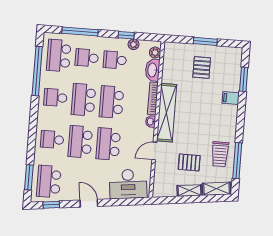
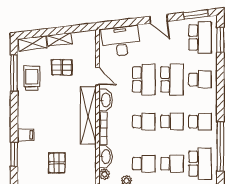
school desk: (83, 100) -> (172, 122), width x0.54
school desk: (112, 102) -> (144, 122), width x0.54
washbasin: (151, 121) -> (106, 100), width x1.91, depth x1.45
door: (154, 151) -> (97, 76), hinge flipped
window: (51, 205) -> (196, 15), width x1.50

